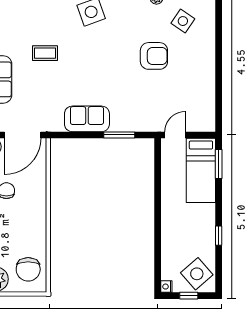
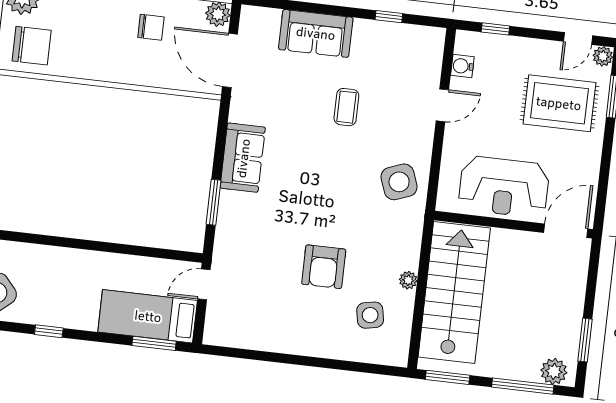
side table: (183, 21) -> (370, 315), turned 45
door: (175, 135) -> (204, 284), swing flipped
chair: (28, 269) -> (32, 46), turned 180

